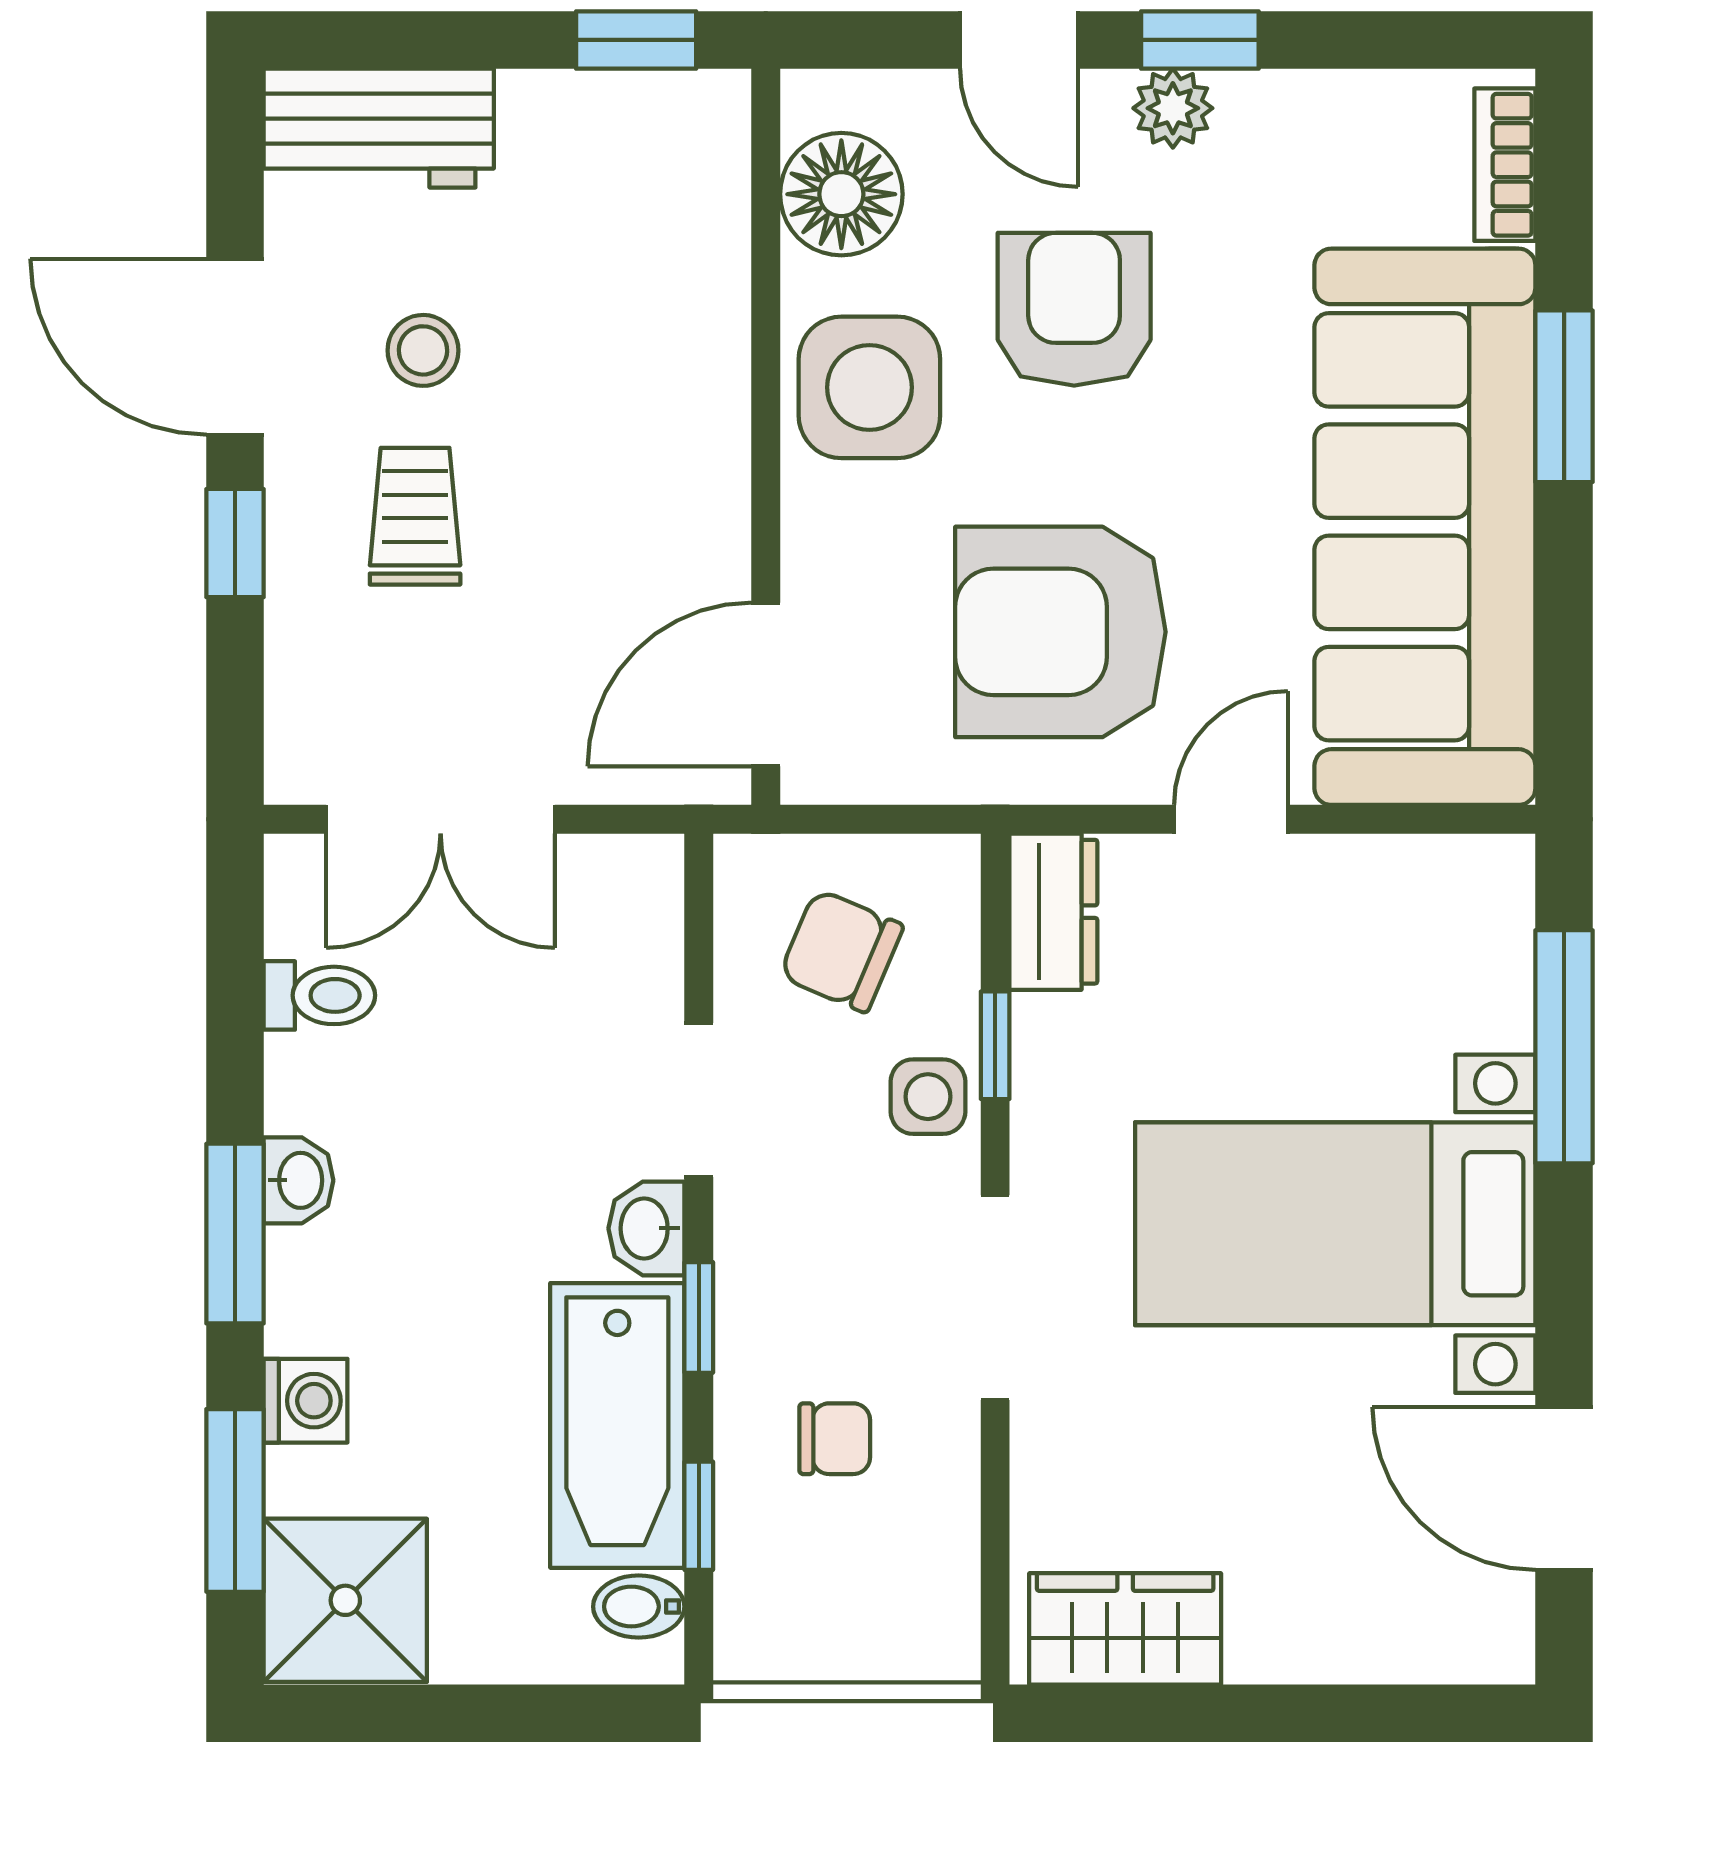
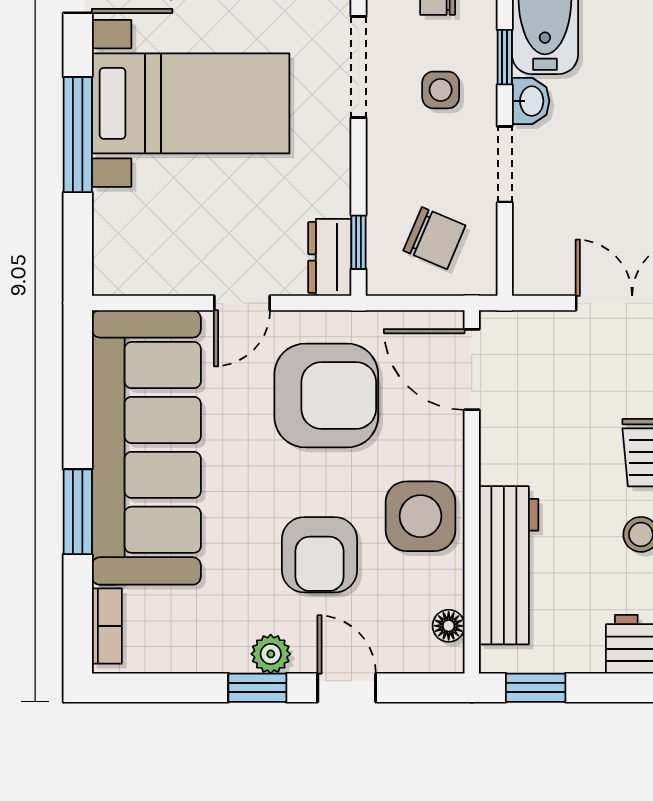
floor lamp: (841, 194) -> (449, 626), width x0.53, depth x0.53
workbench: (691, 288) -> (509, 565), added
door: (766, 685) -> (472, 370), swing flipped
window: (995, 1045) -> (358, 242), moved
window: (1564, 1047) -> (78, 135), moved
side table: (928, 1097) -> (441, 90), moved

